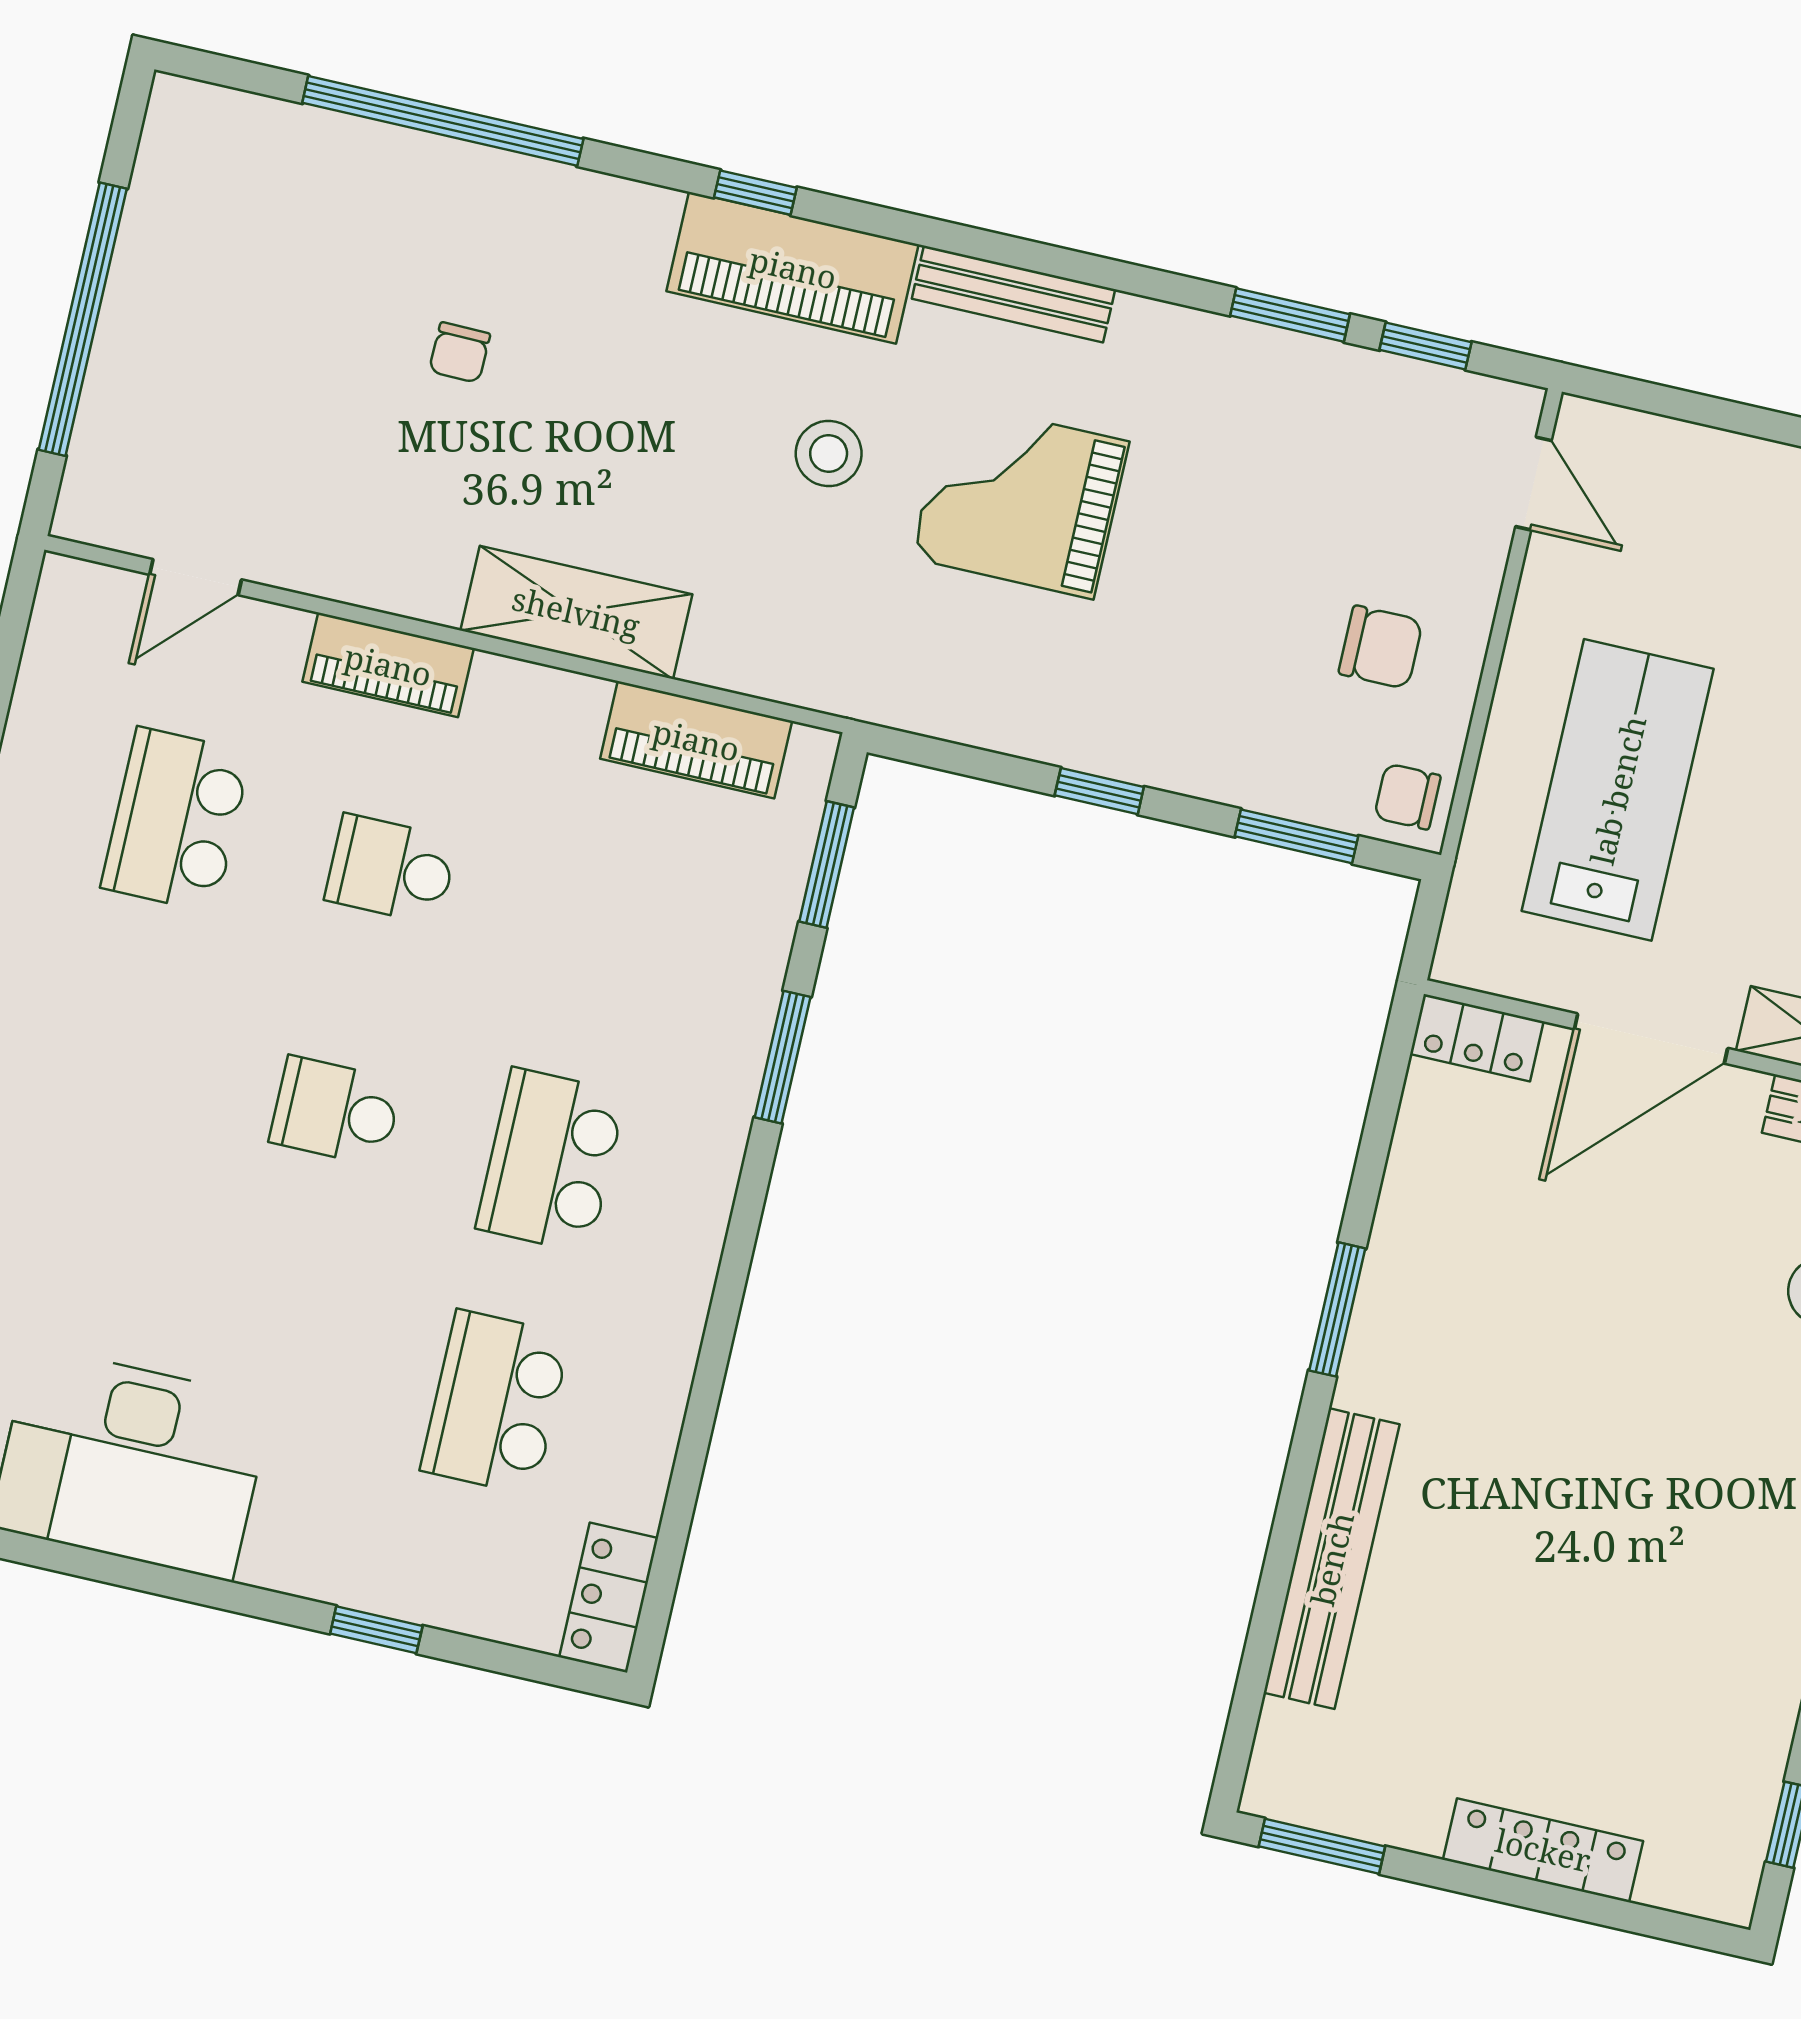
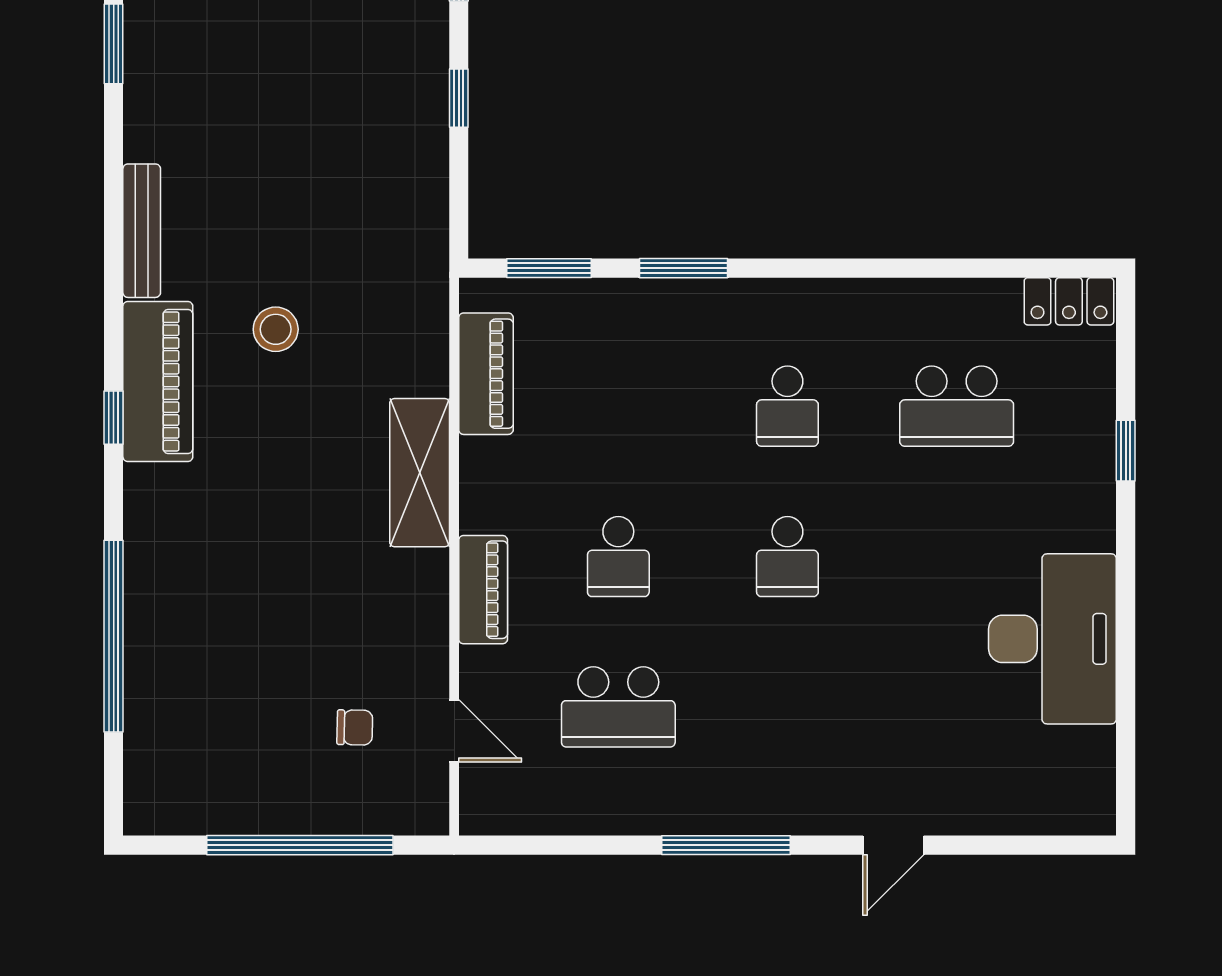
chair: (460, 352) -> (355, 727), moved
grand piano: (1020, 500) -> (277, 195), removed
school desk: (551, 1161) -> (787, 406), width x0.54

